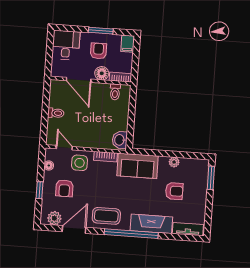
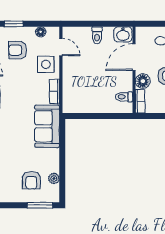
washbasin: (120, 140) -> (123, 34), moved, turned 180
door: (64, 148) -> (61, 47), hinge flipped
plant: (174, 162) -> (54, 179), moved
armchair: (174, 191) -> (31, 180), moved

